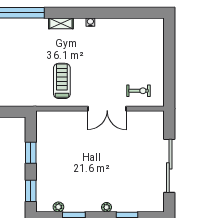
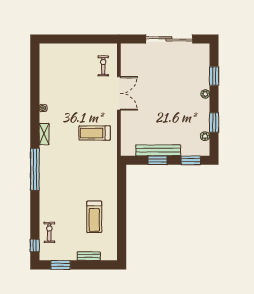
bench: (42, 153) -> (158, 150), added

